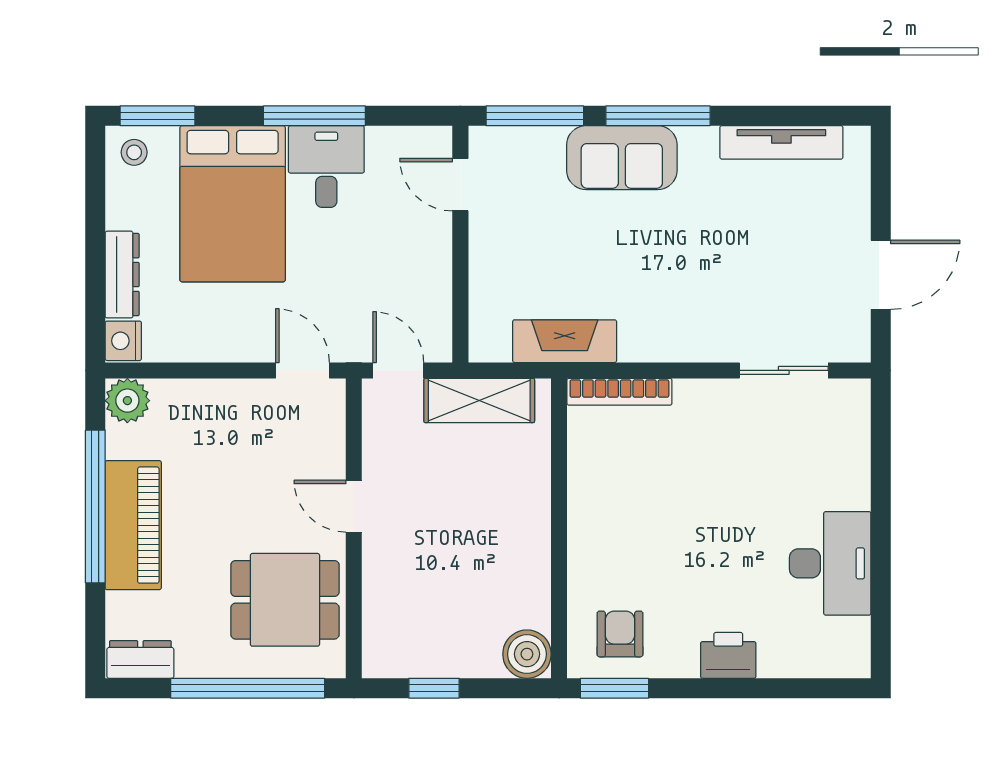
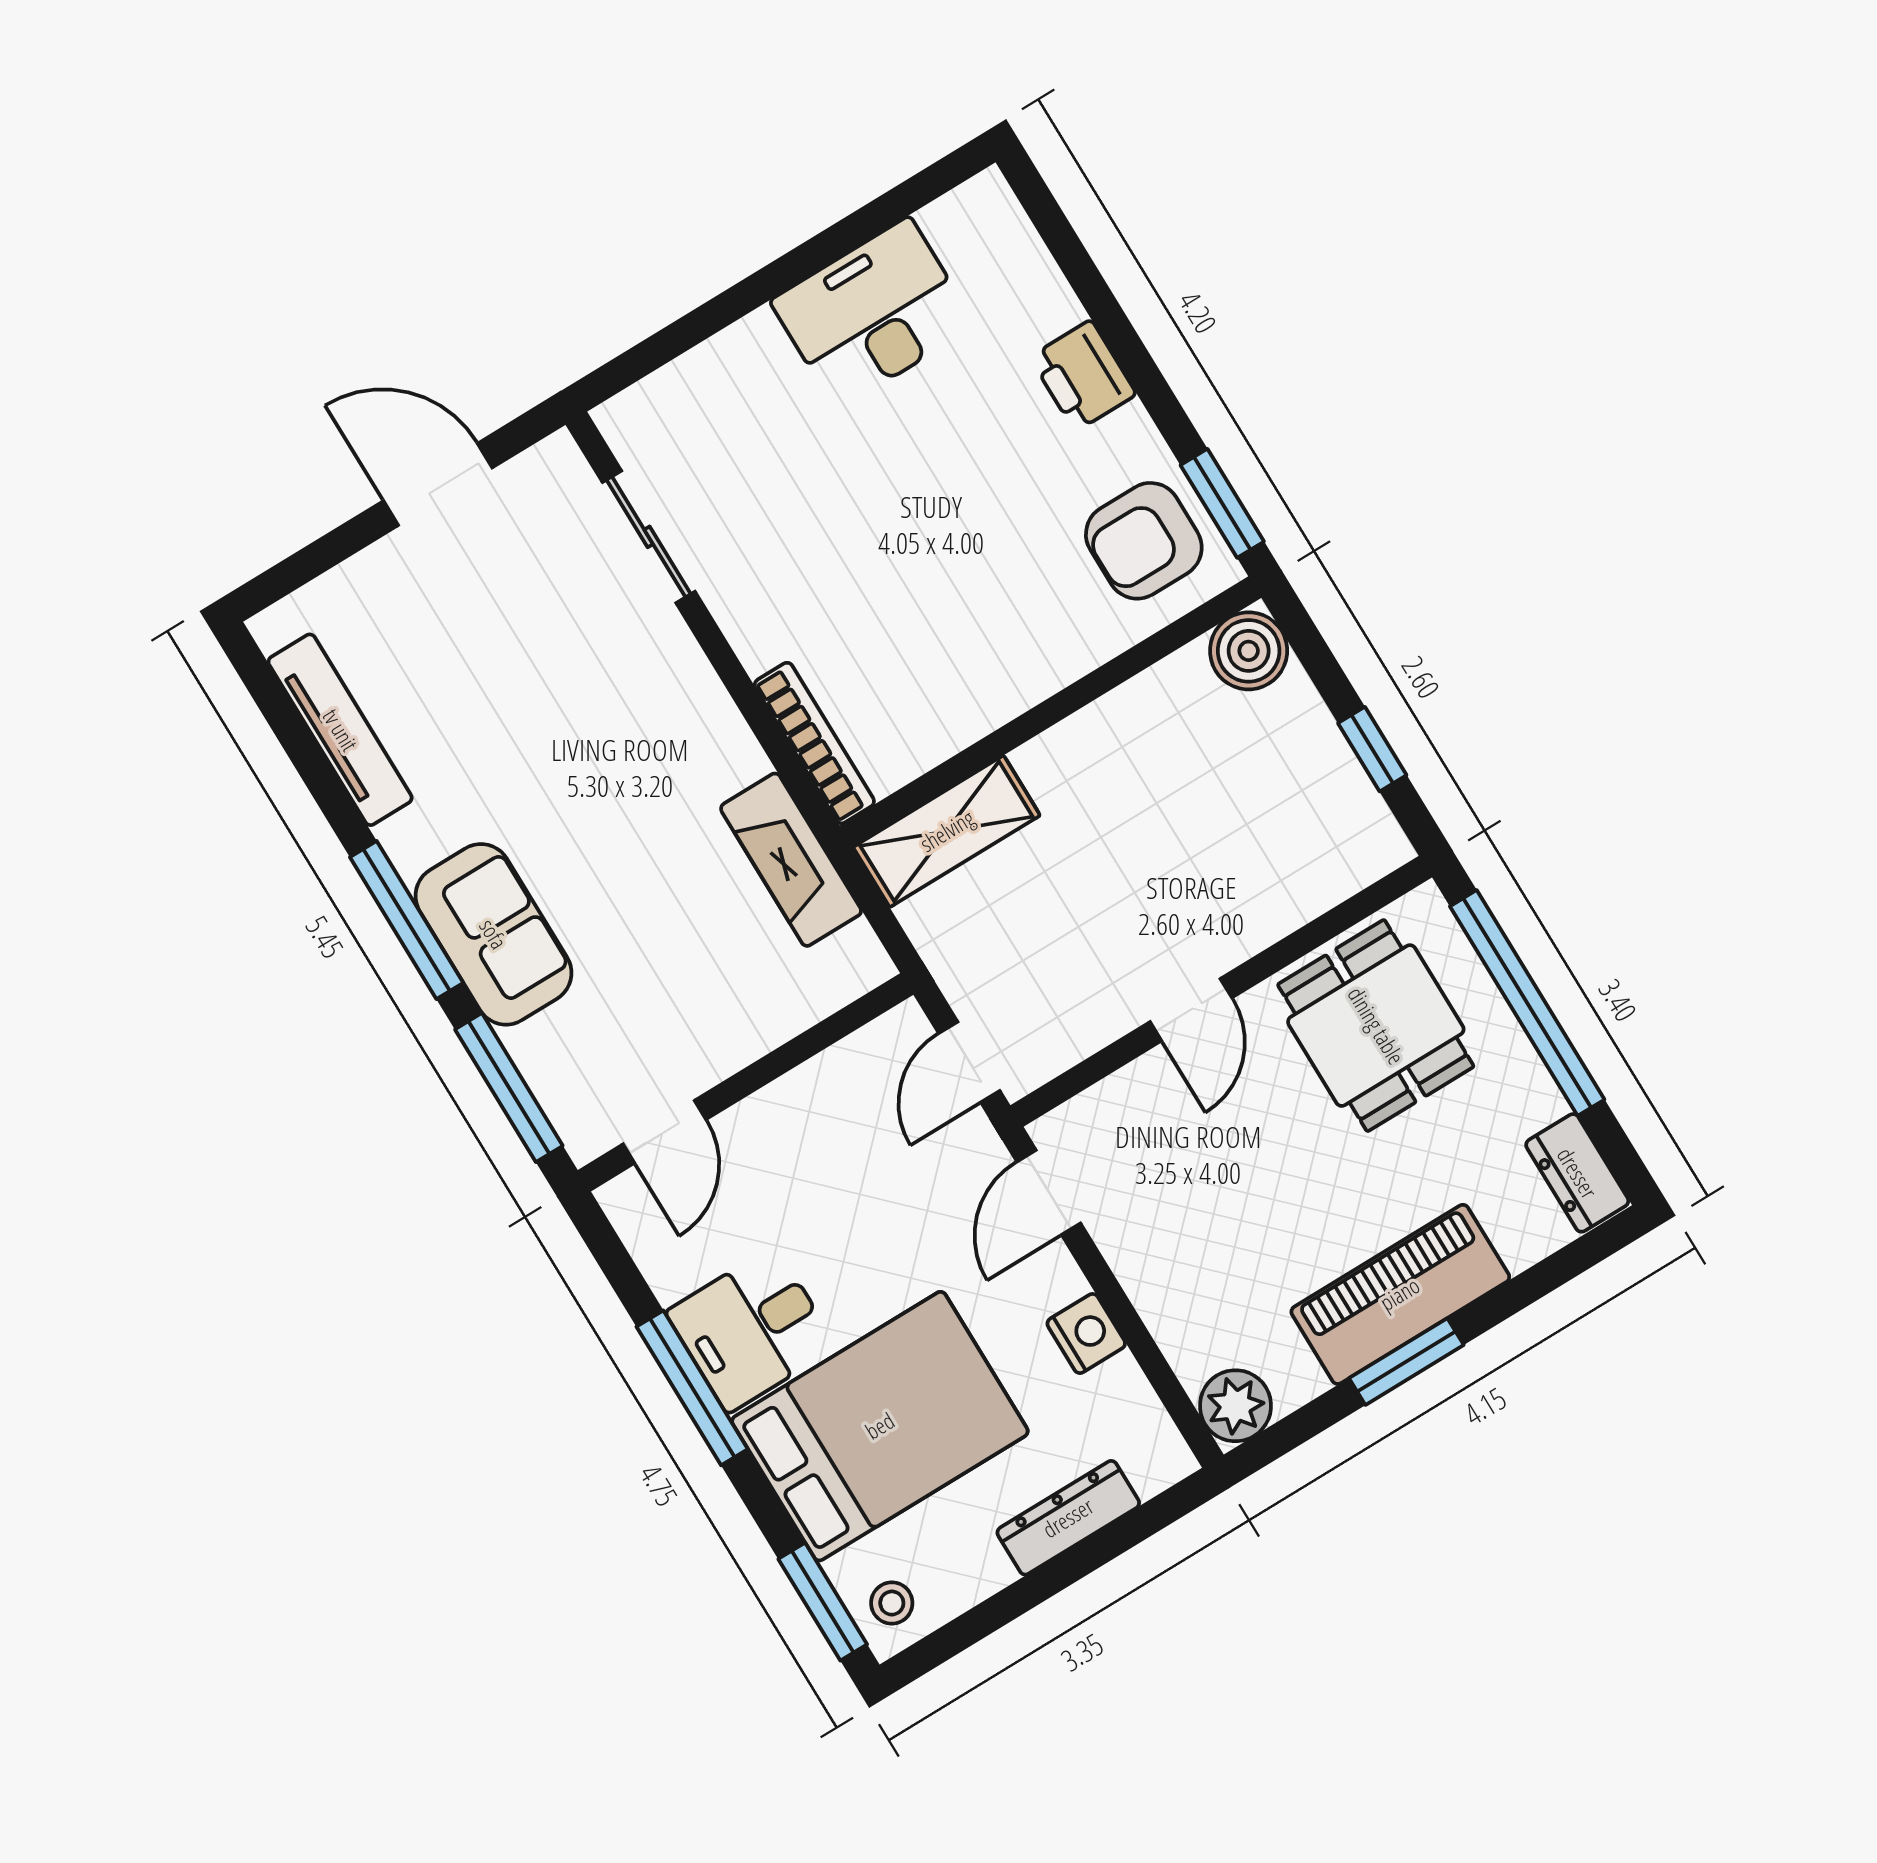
nightstand: (123, 341) -> (1086, 1333), moved, turned -90
shelving: (479, 400) -> (947, 831), moved, turned 90
window: (95, 506) -> (1406, 1362), width x0.47
armchair: (620, 634) -> (1144, 541), width x1.38, depth x1.38

